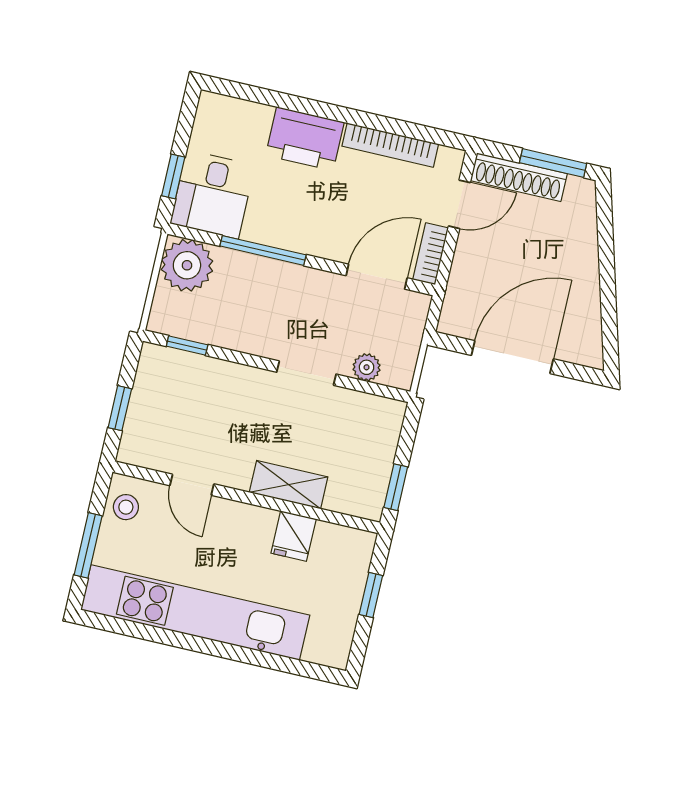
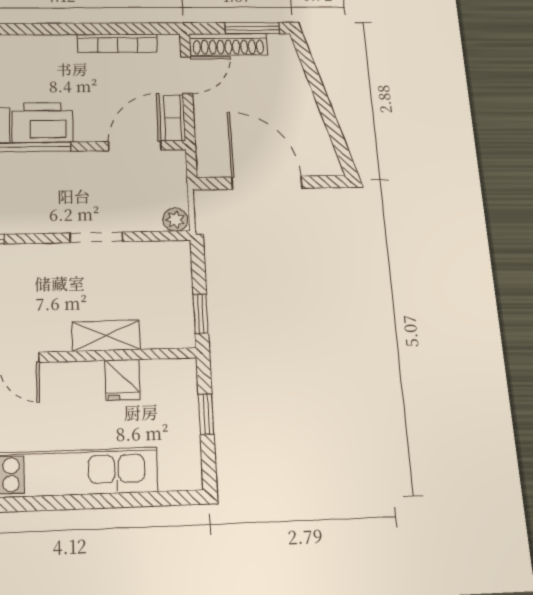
printer: (305, 139) -> (43, 123), moved, turned 180
door: (512, 357) -> (267, 183), hinge flipped
plant: (367, 367) -> (175, 220), moved

